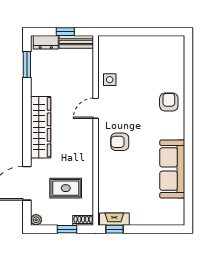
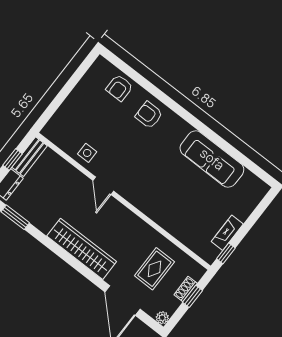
armchair: (120, 142) -> (119, 88), moved
fireplace: (114, 219) -> (227, 233), moved
shoe rack: (83, 220) -> (186, 289), moved

